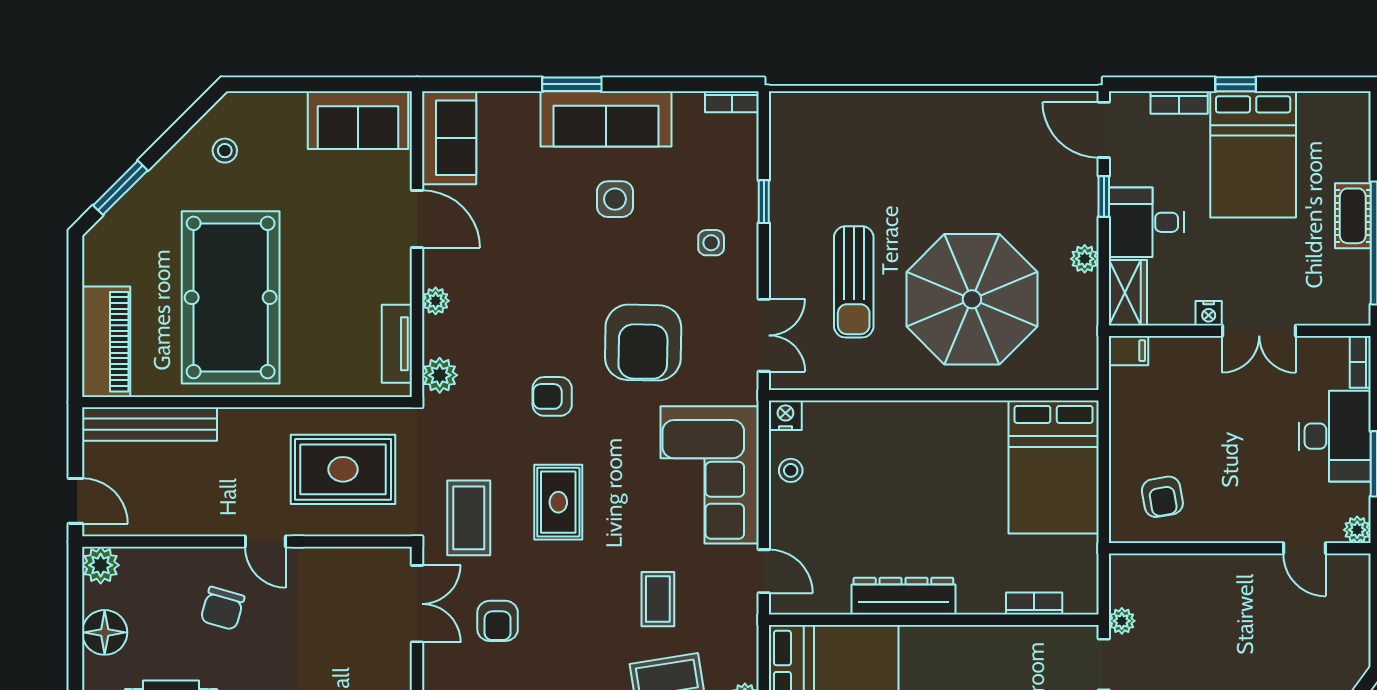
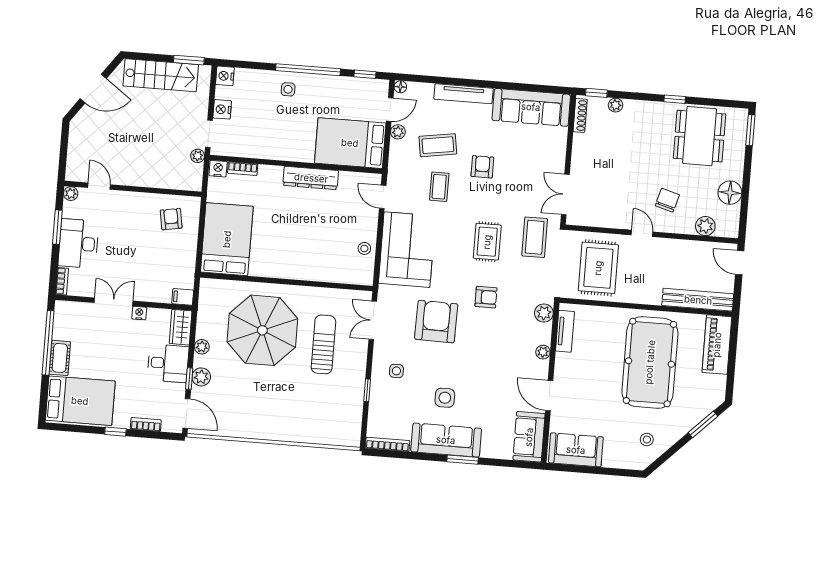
bookcase: (732, 102) -> (387, 444), width x1.56
bed: (1253, 154) -> (80, 401), moved, turned 90
plant: (1081, 201) -> (201, 377), added
nightstand: (785, 415) -> (218, 169), moved, turned 180
rug: (343, 469) -> (598, 268), turned 90
plant: (101, 565) -> (705, 226), moved
armchair: (498, 621) -> (482, 167), moved

